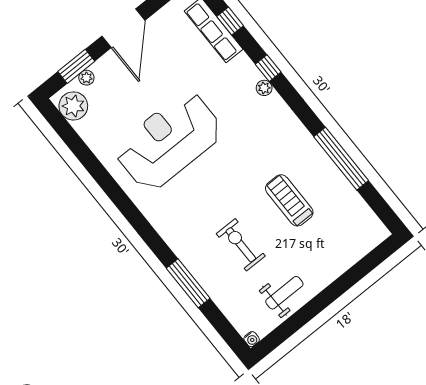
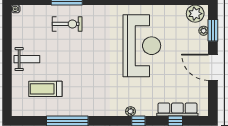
treadmill: (289, 200) -> (45, 89), moved, turned 180
exercise bike: (241, 245) -> (67, 24), moved
weight bench: (284, 293) -> (27, 59), moved, turned -90

